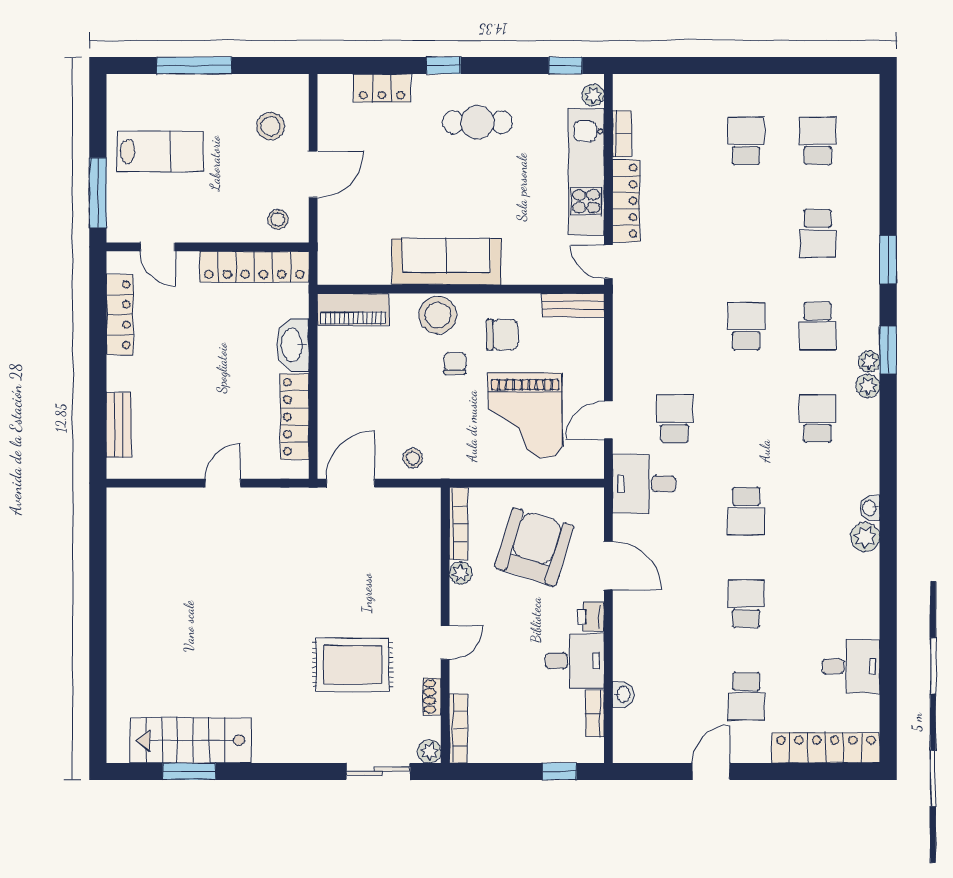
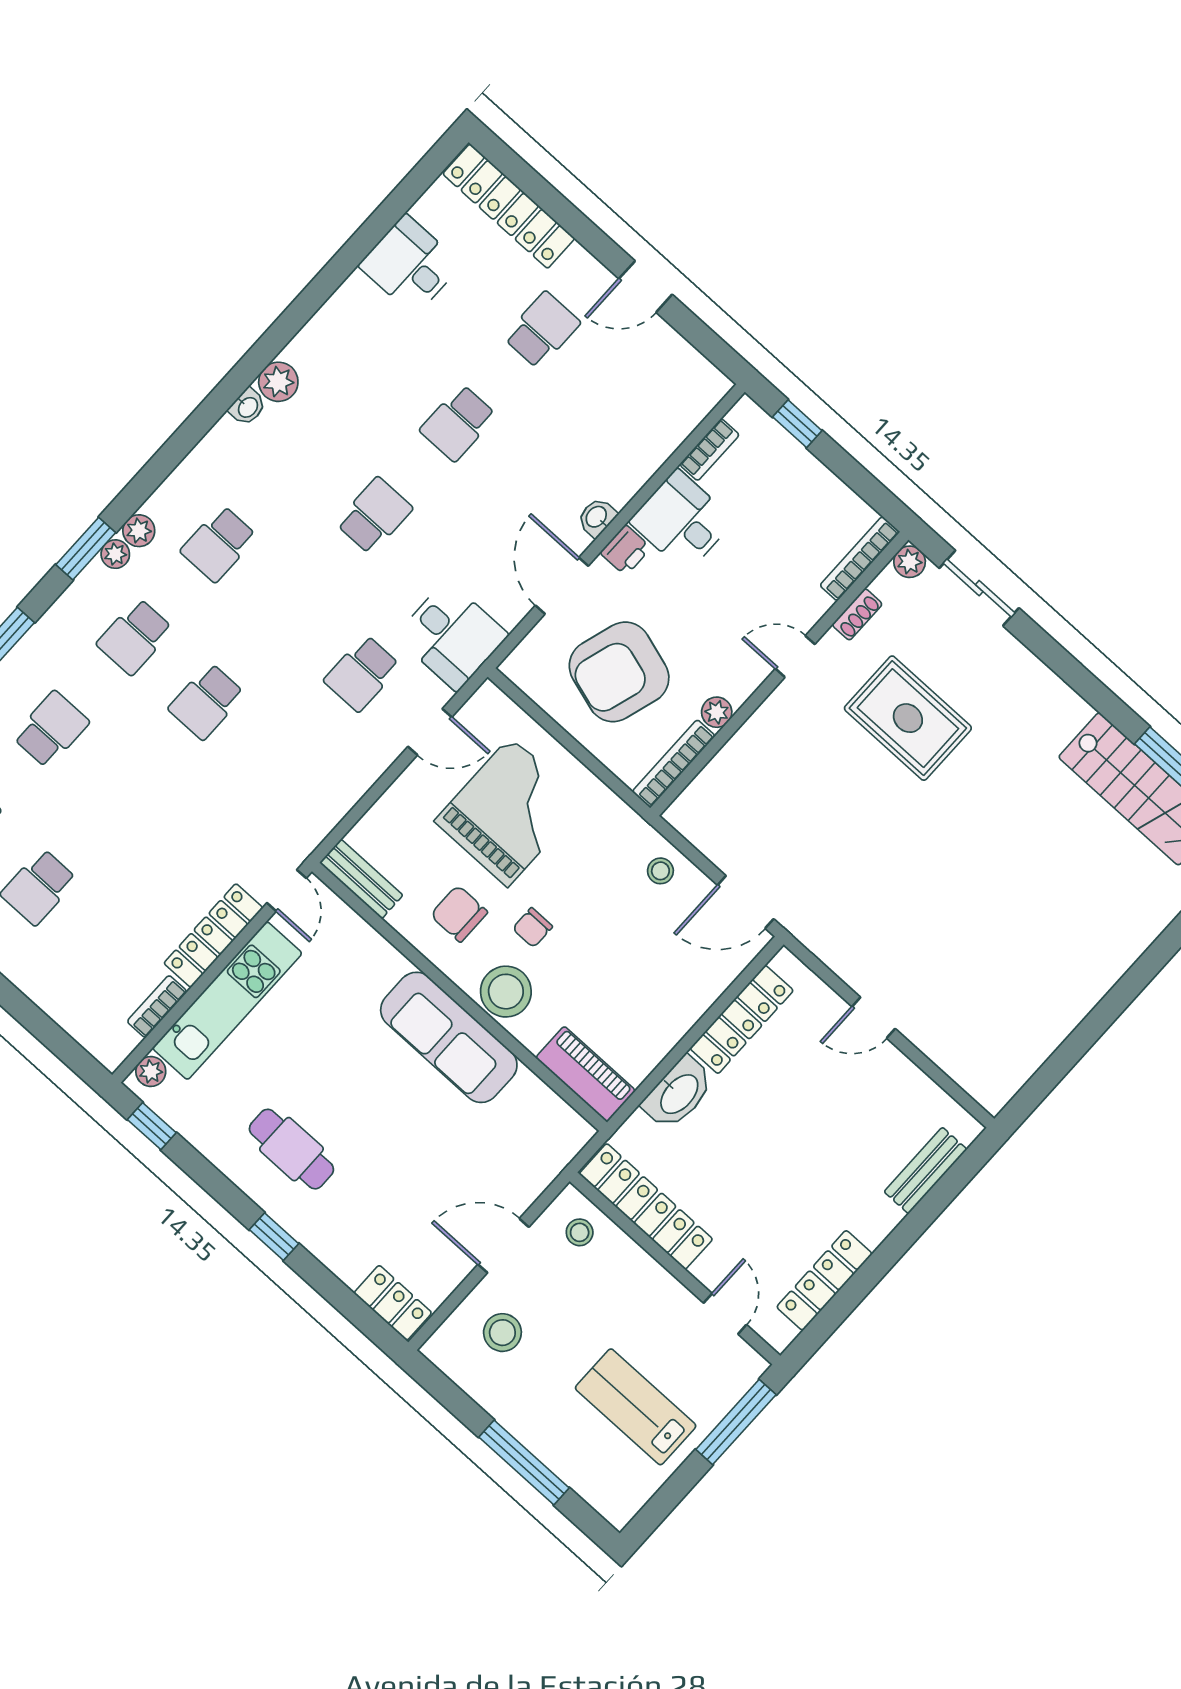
locker: (382, 88) -> (393, 1303), moved
school desk: (818, 326) -> (135, 637), turned 180
washbasin: (623, 694) -> (597, 517), moved

